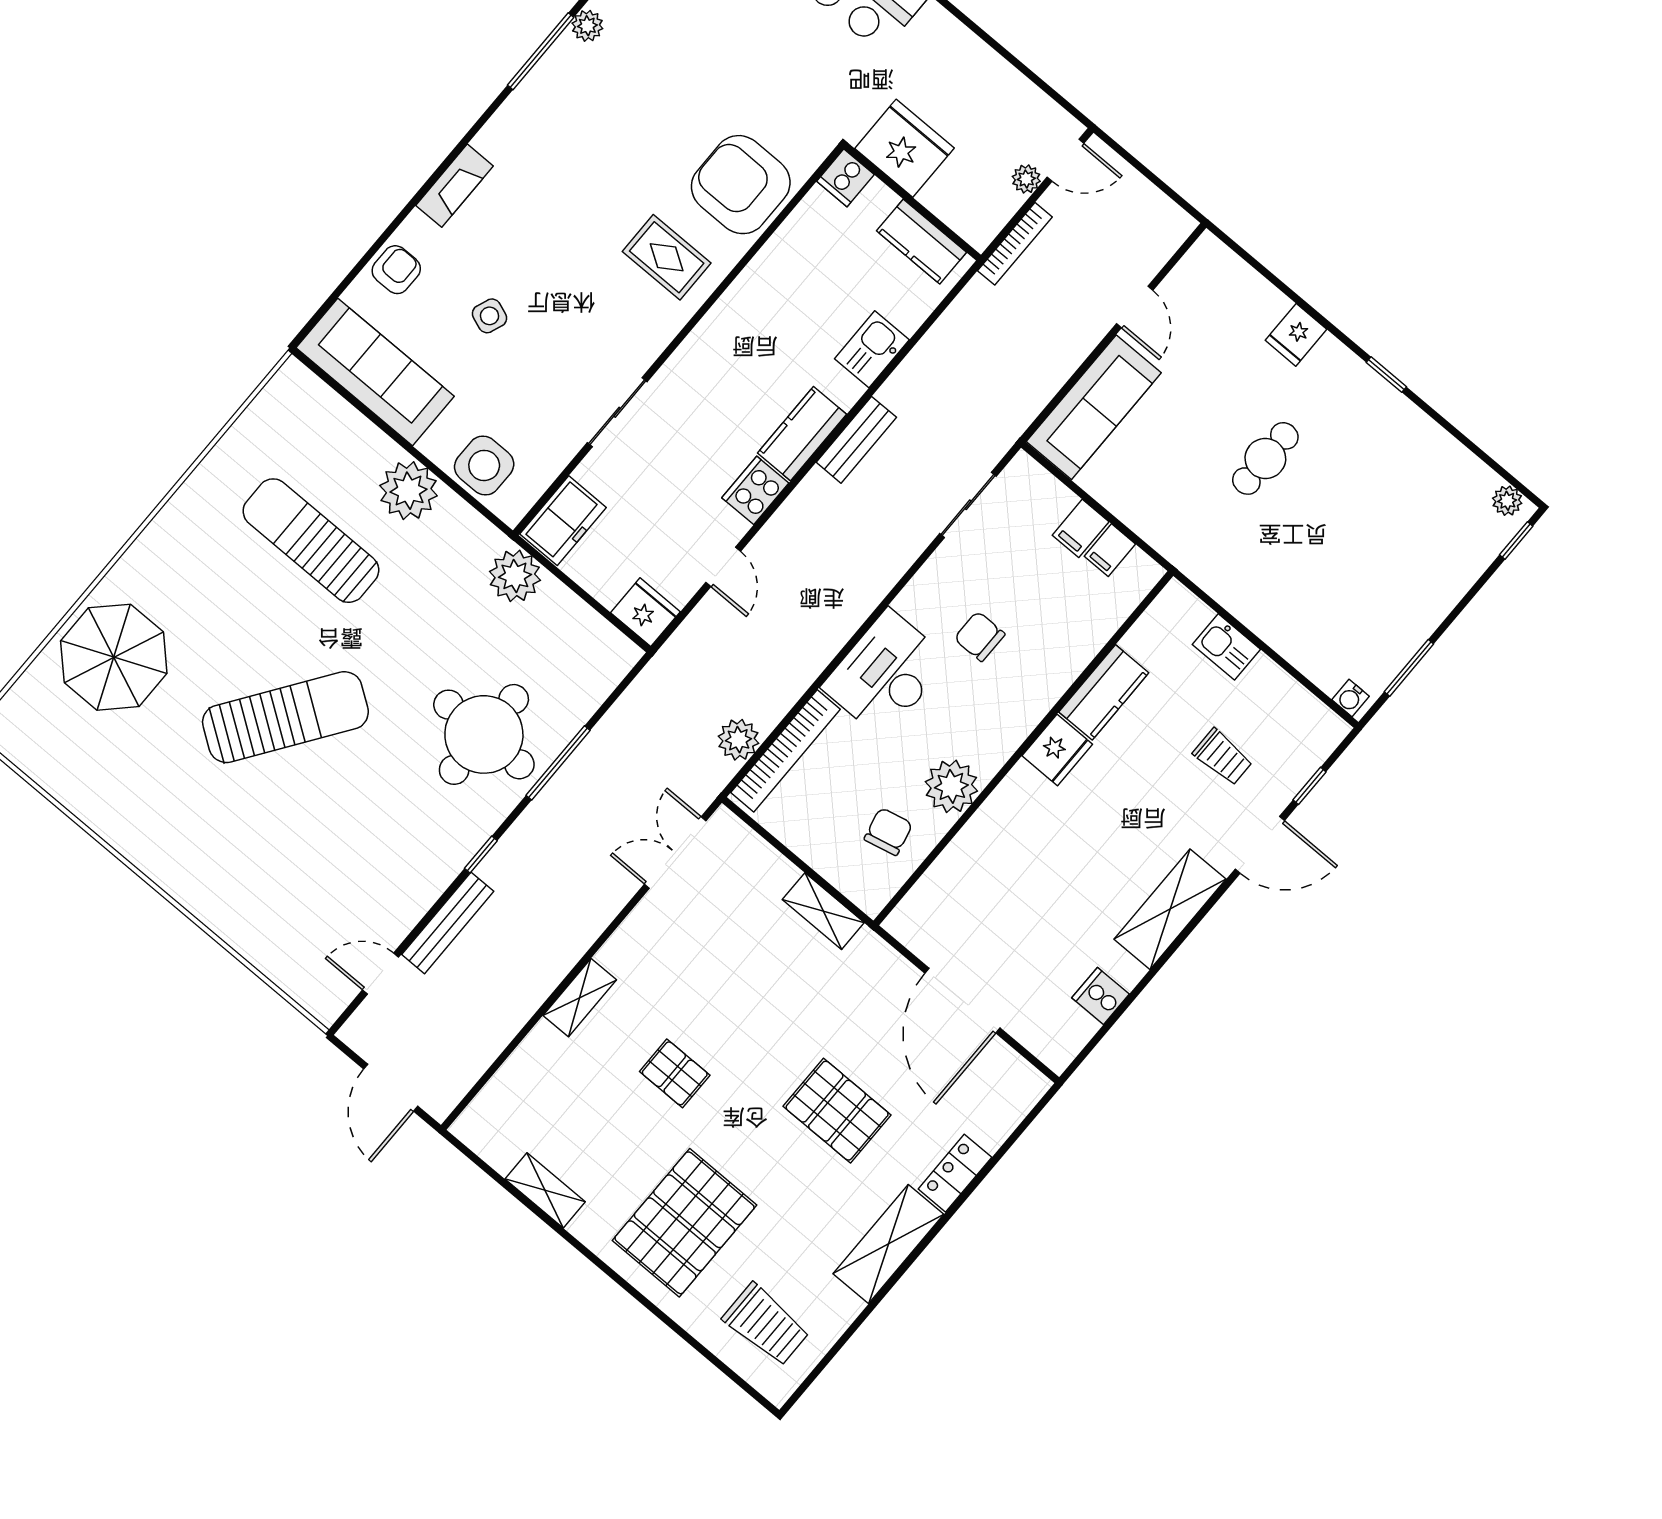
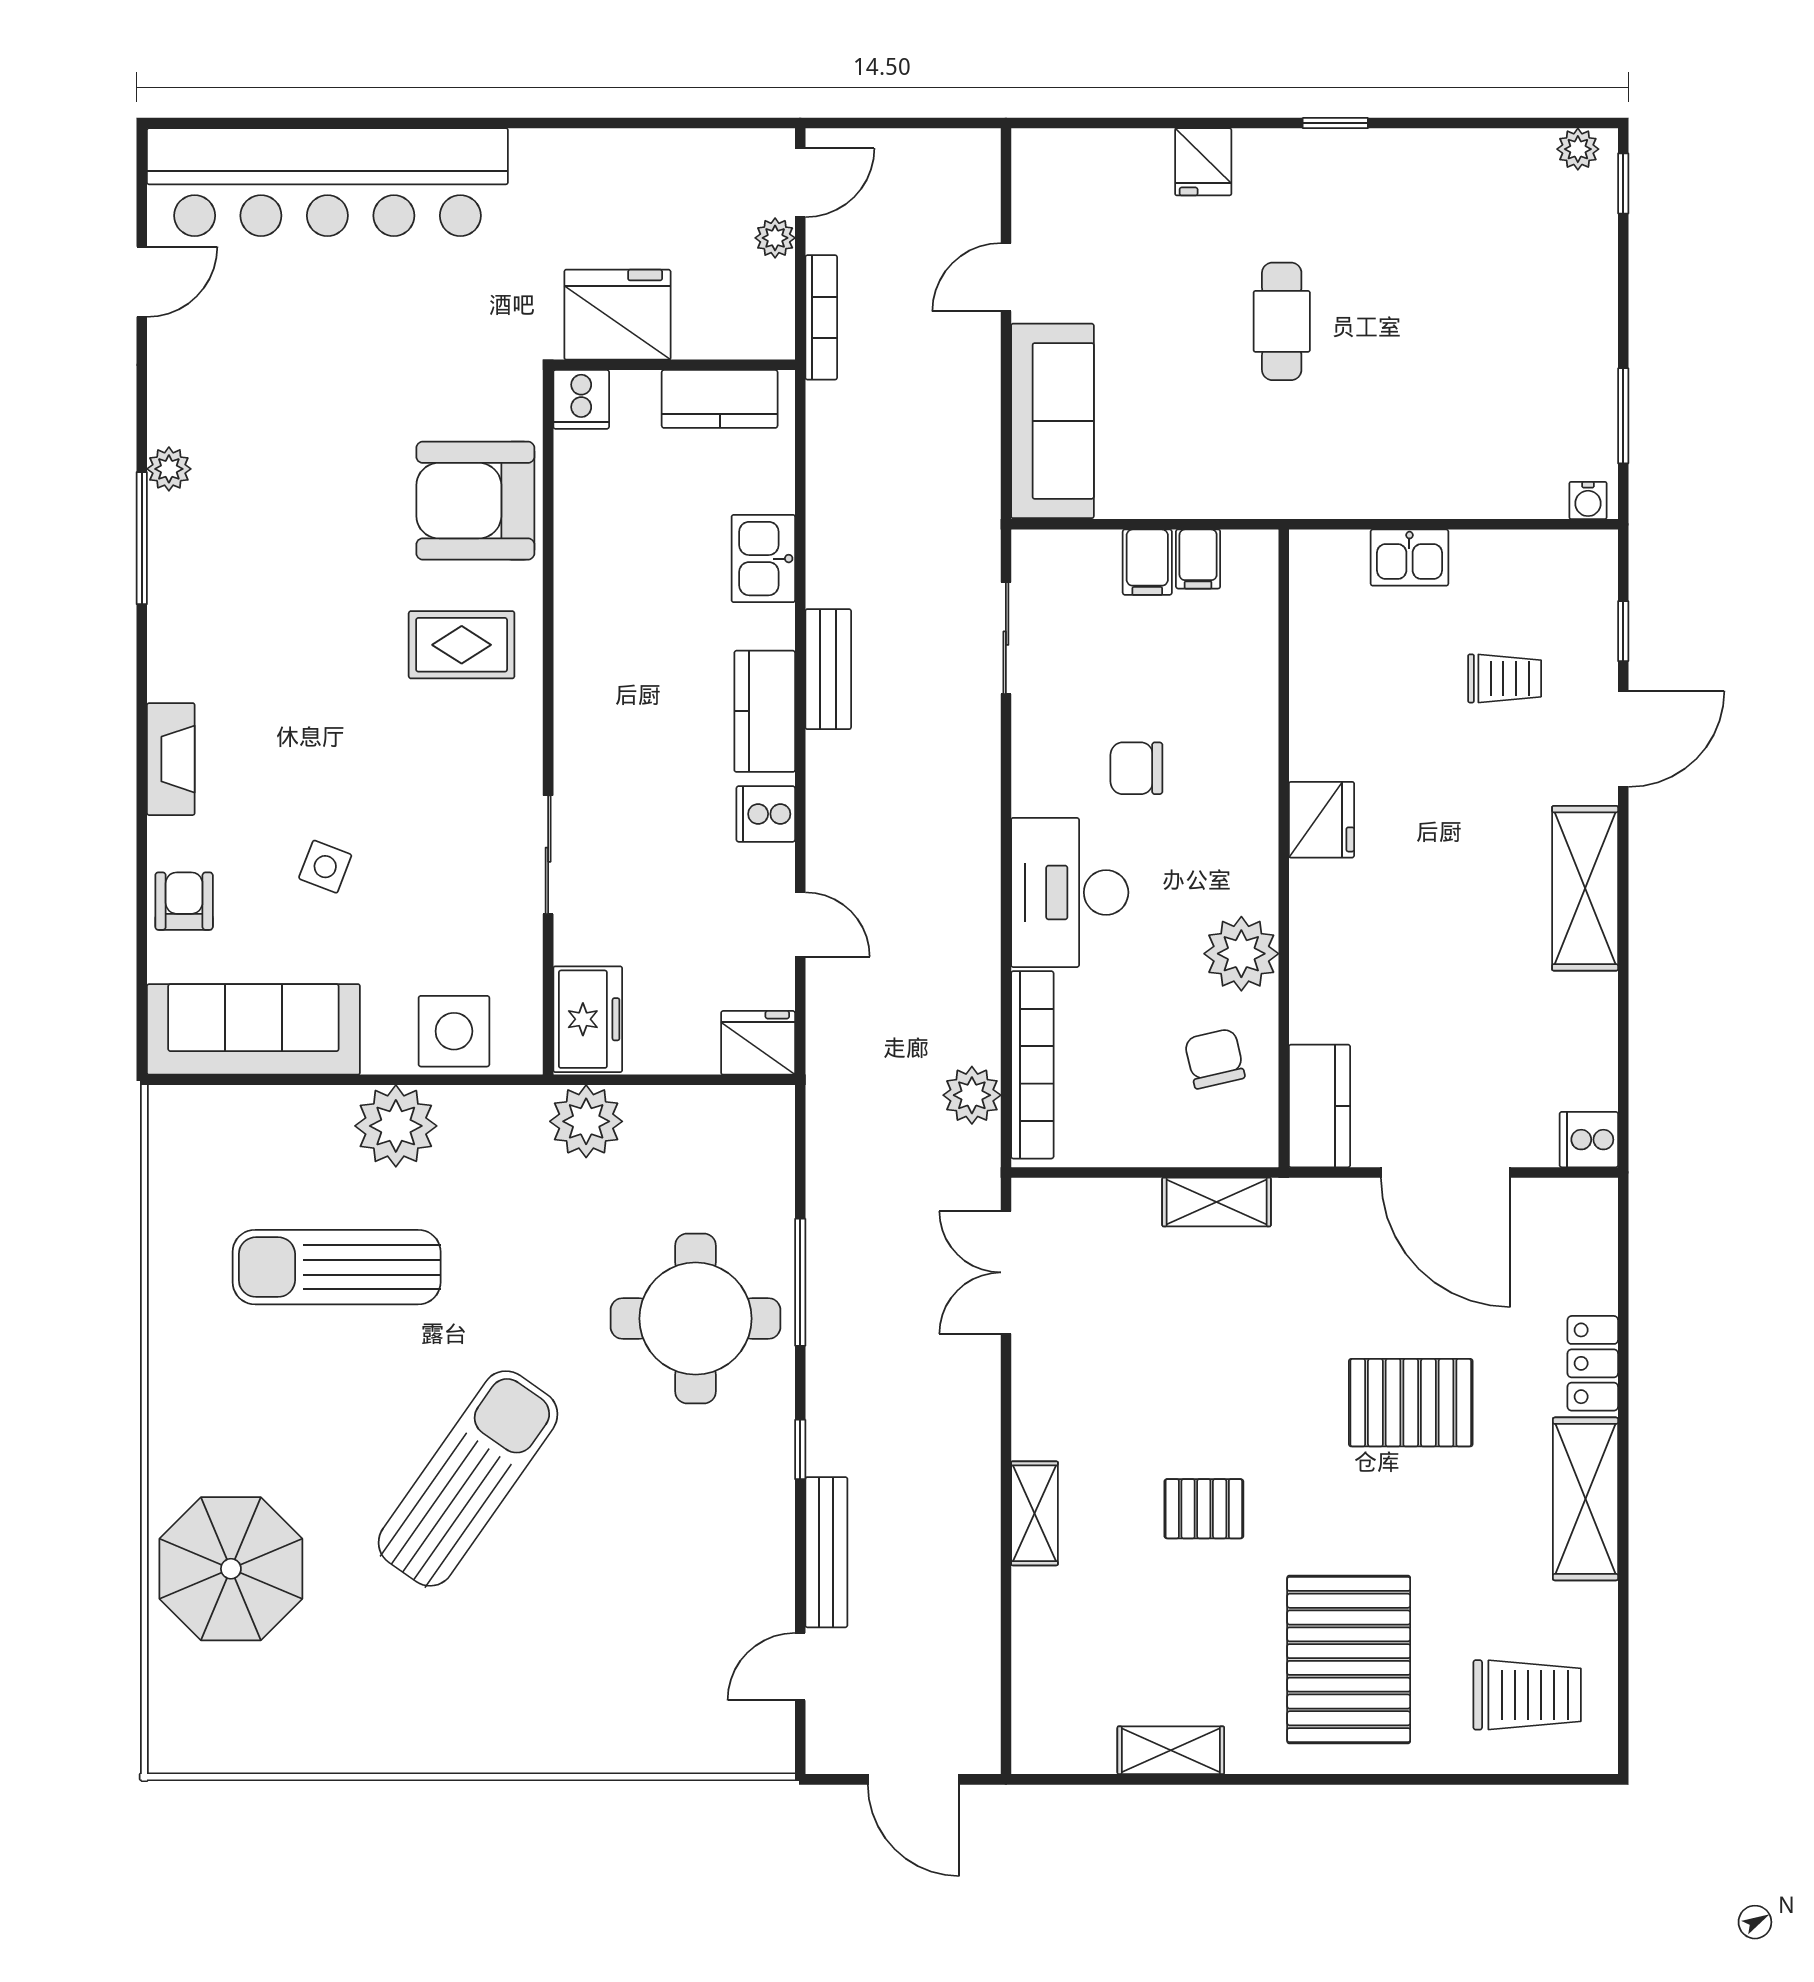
door: (1135, 307) -> (1006, 277), swing flipped
cooker: (755, 490) -> (766, 814), width x0.73
kitchen counter: (1104, 692) -> (1319, 1106), moved
cooker: (1101, 996) -> (1589, 1140), moved

